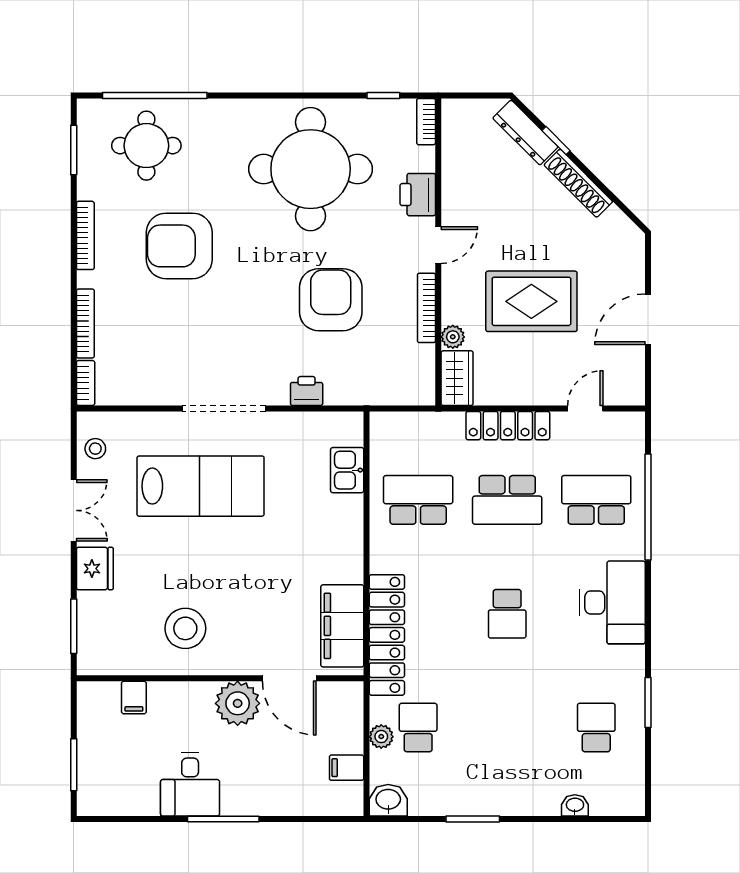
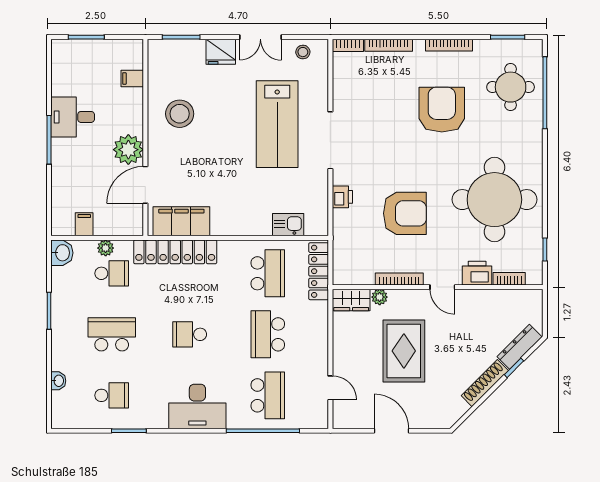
bookcase: (426, 122) -> (509, 279), moved
locker: (508, 426) -> (319, 271), moved
school desk: (507, 728) -> (112, 334), added

